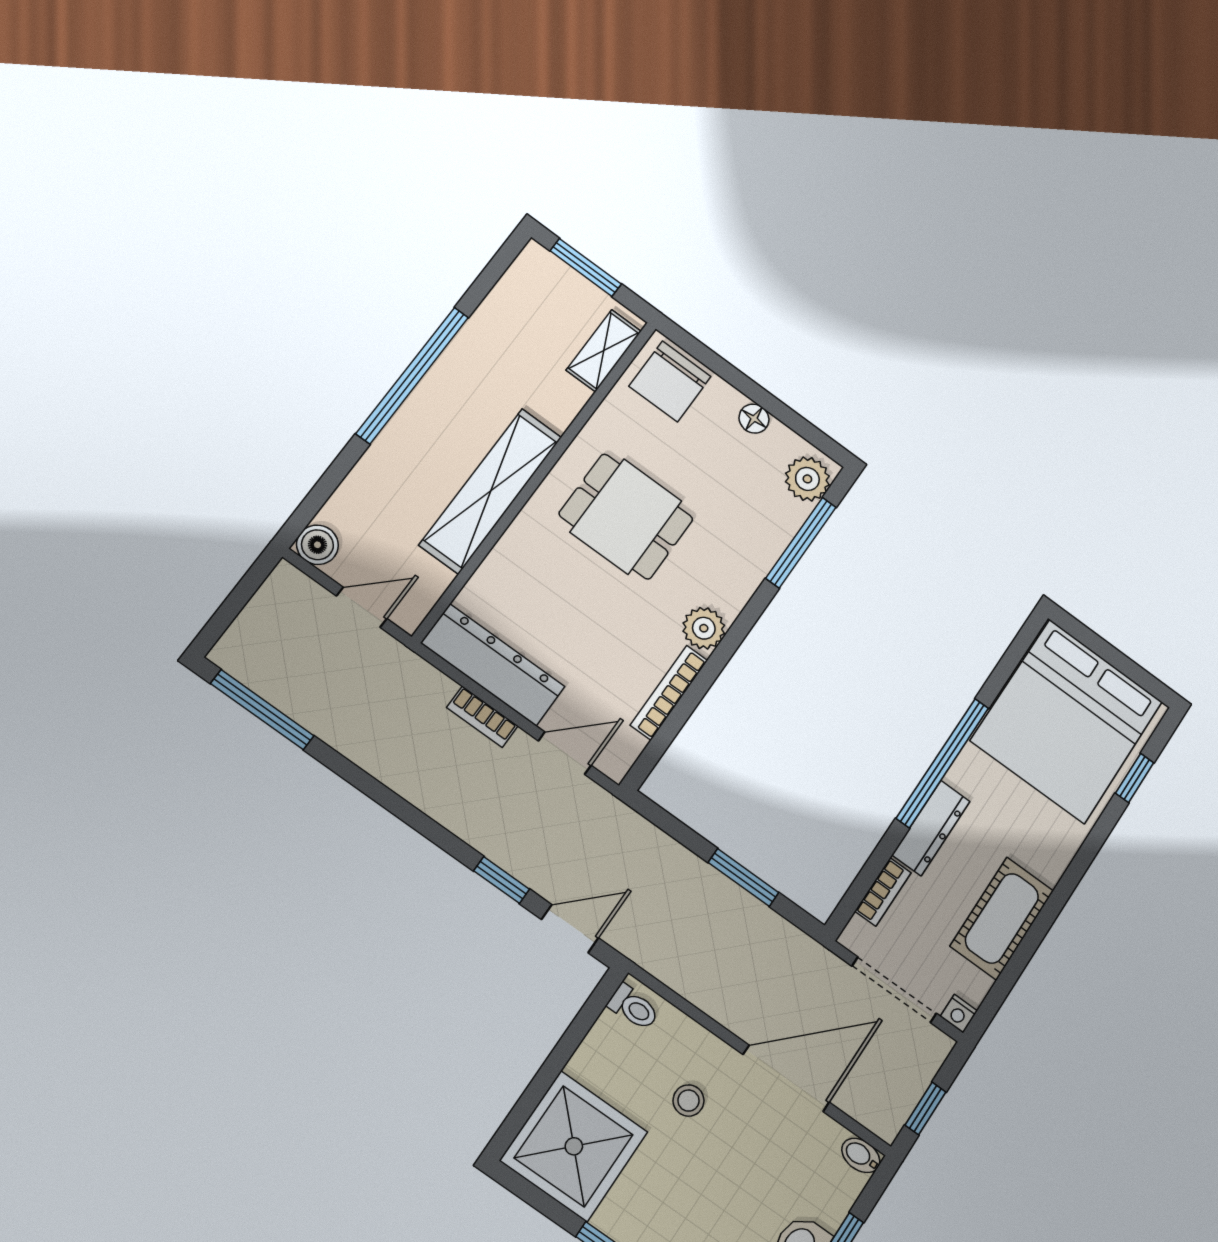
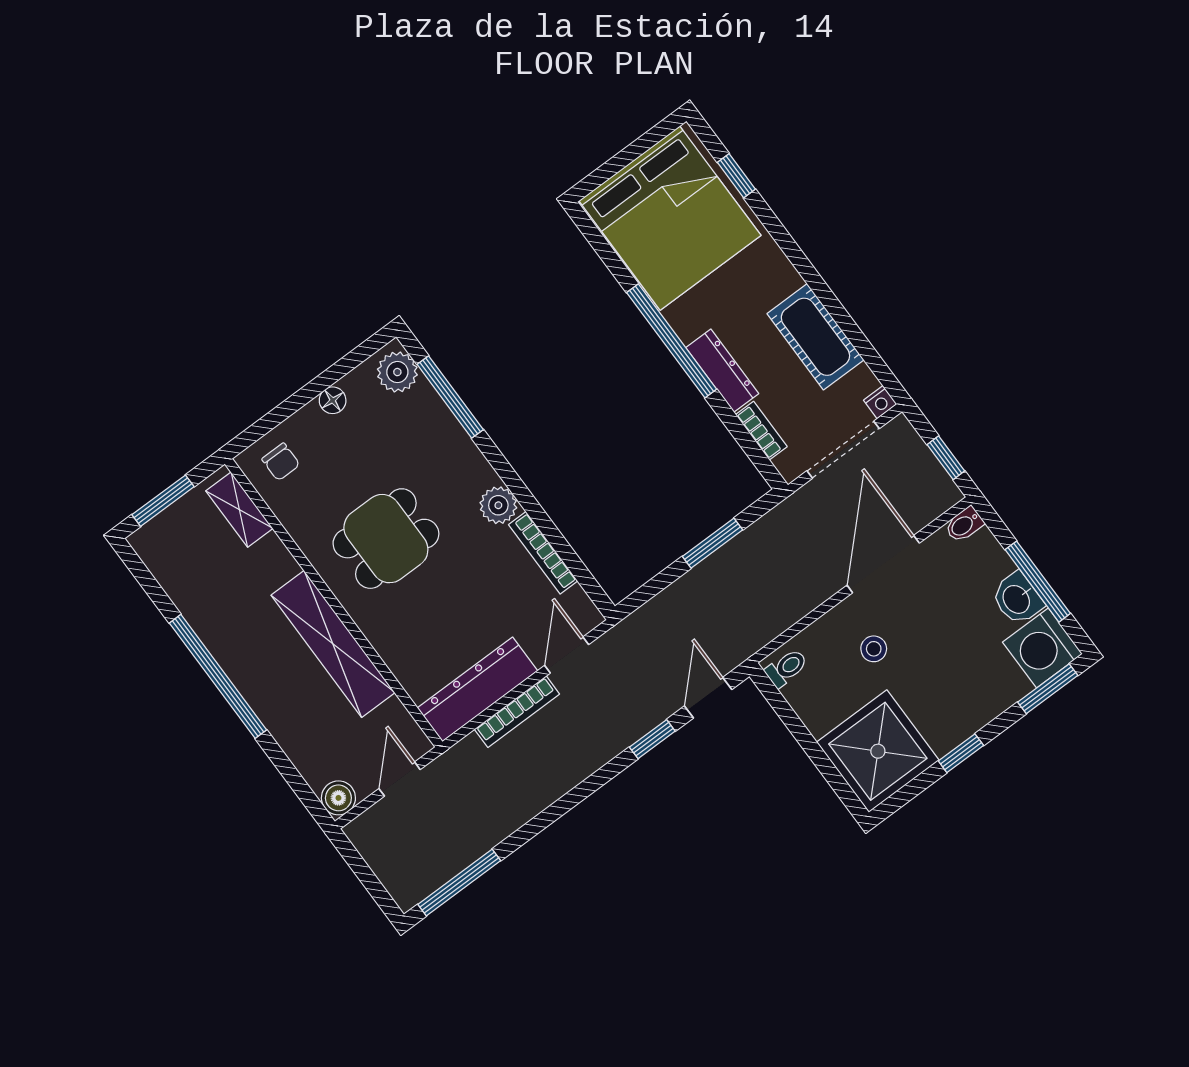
chair: (670, 381) -> (281, 462), width x0.54, depth x0.54
bookcase: (482, 717) -> (517, 712), width x1.56

